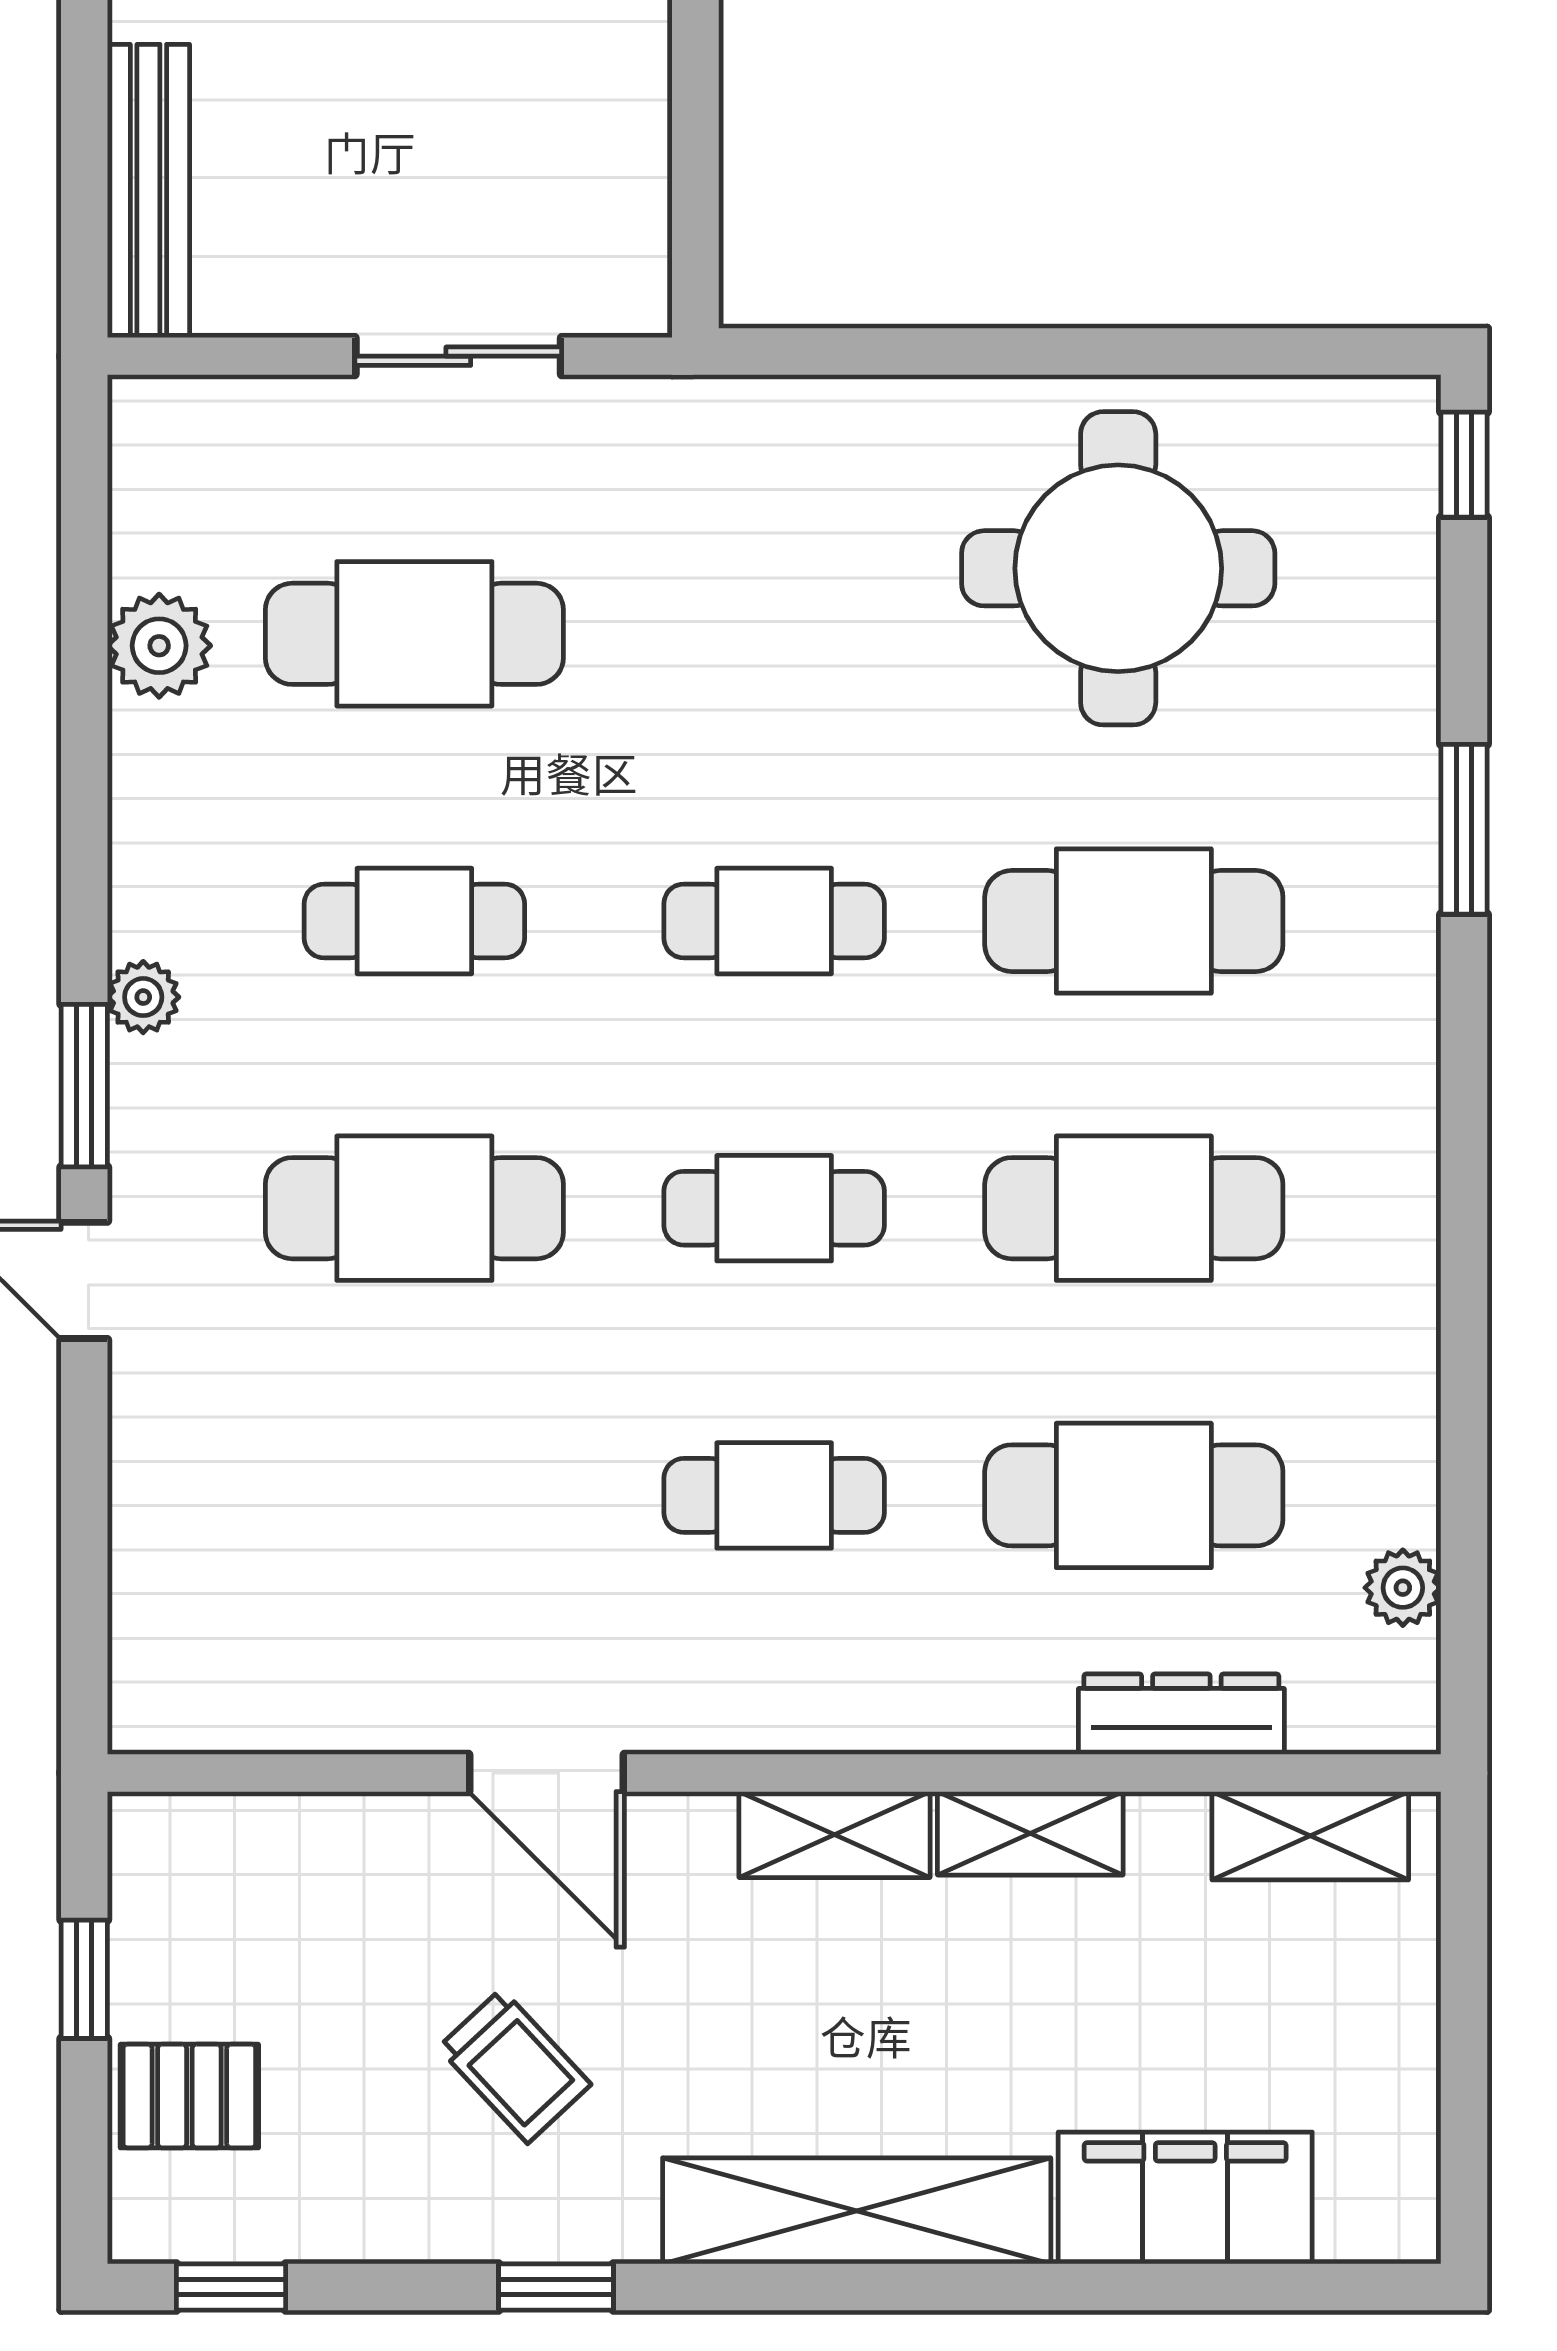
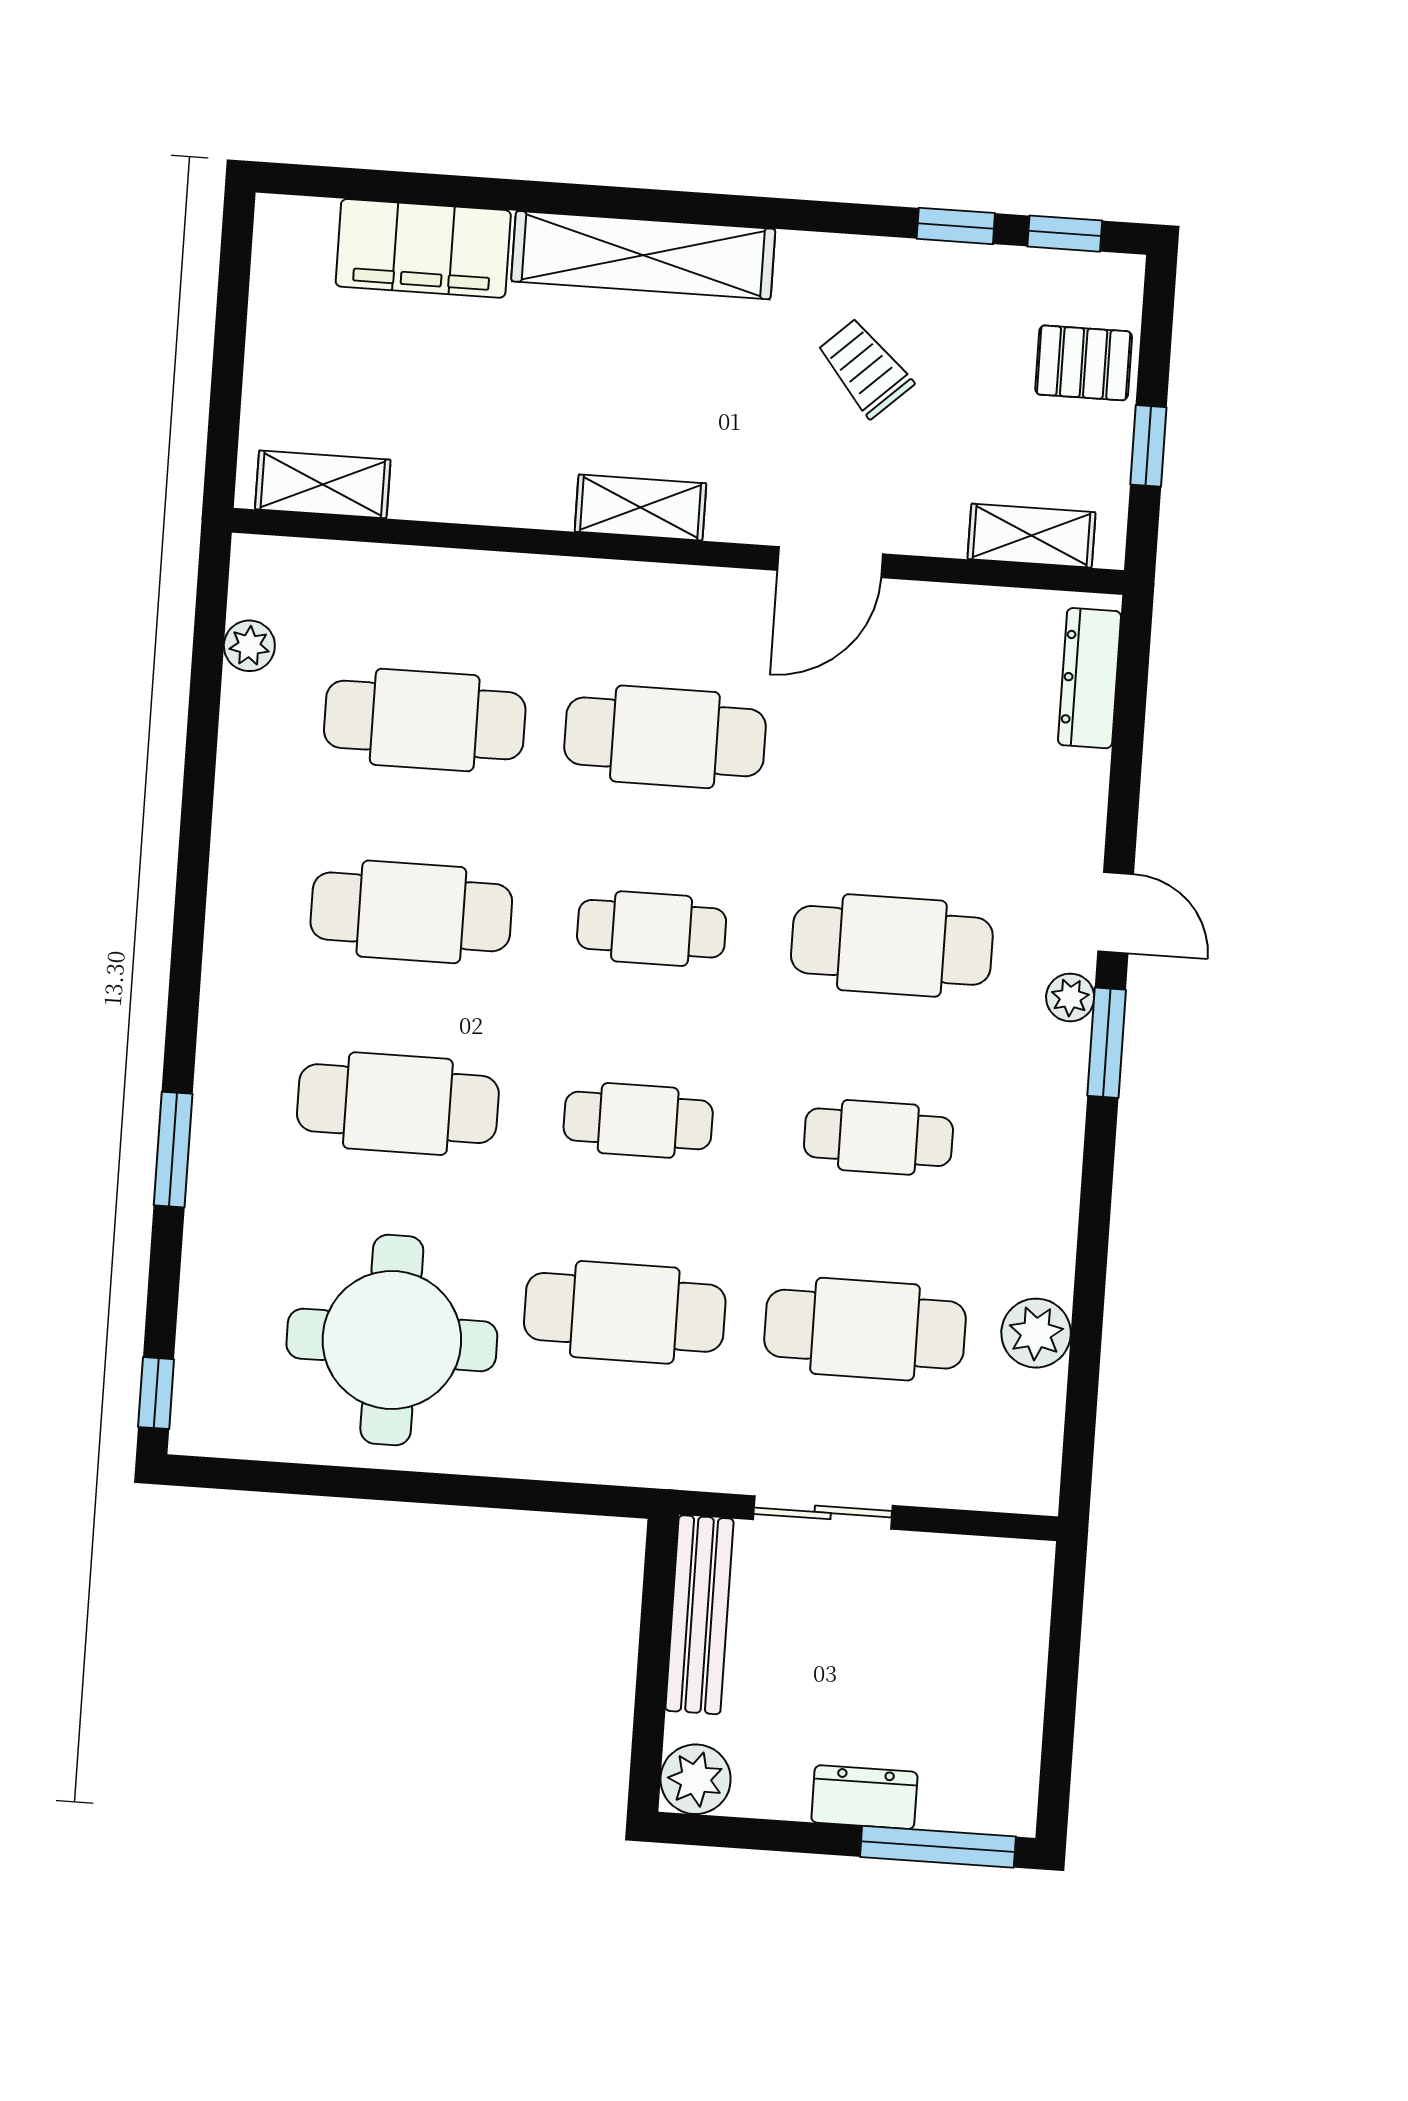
bench: (148, 191) -> (700, 1615), moved
cafe table: (774, 634) -> (625, 1312), added
plant: (143, 997) -> (1070, 997), moved
cafe table: (774, 1495) -> (665, 737), width x1.37, depth x1.35
dresser: (1181, 1714) -> (1090, 678), moved, turned 90
door: (547, 1773) -> (830, 562), swing flipped
shelving: (1030, 1833) -> (1031, 536), moved
window: (556, 2287) -> (956, 226), moved

